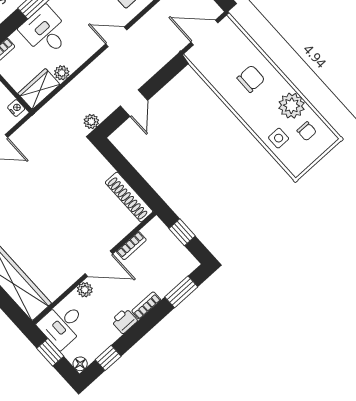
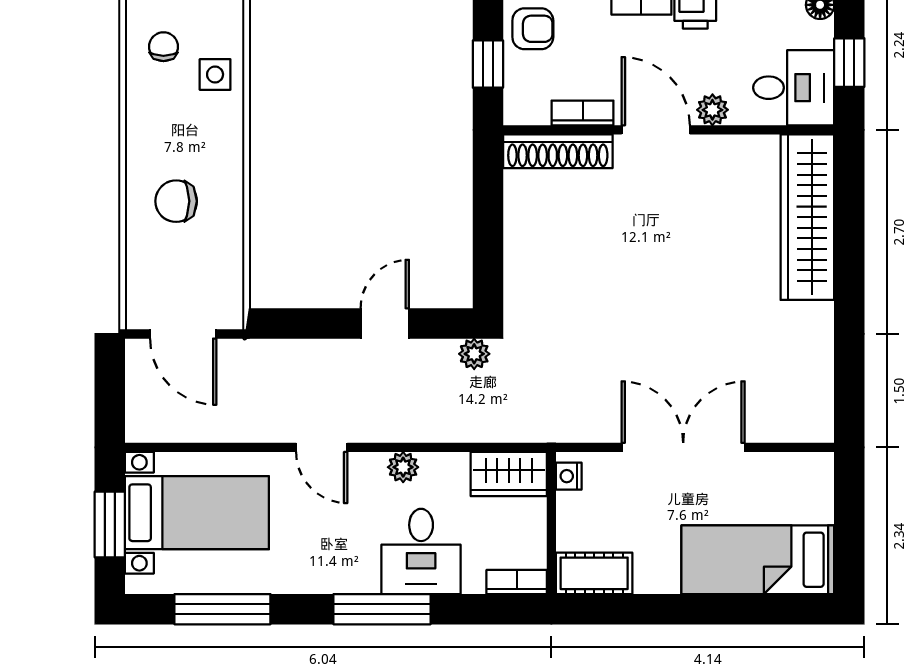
plant: (62, 73) -> (403, 467), moved
plant: (292, 106) -> (152, 106), removed
shoe rack: (129, 197) -> (558, 151), moved, turned 90
armchair: (177, 260) -> (533, 29), added

